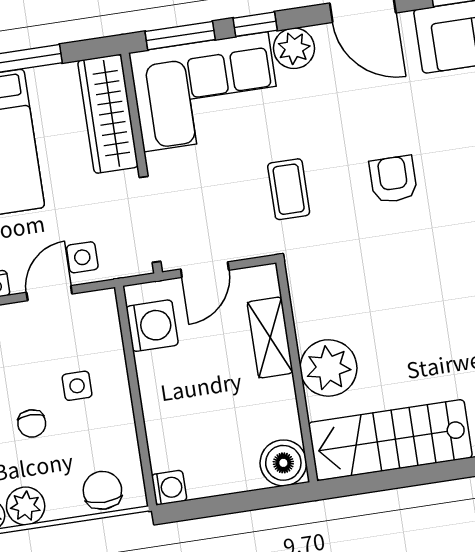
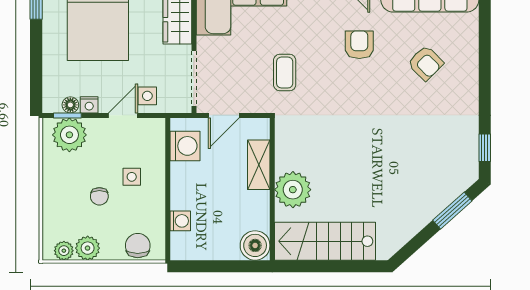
armchair: (393, 179) -> (359, 45), moved
washing machine: (169, 488) -> (180, 221), moved

